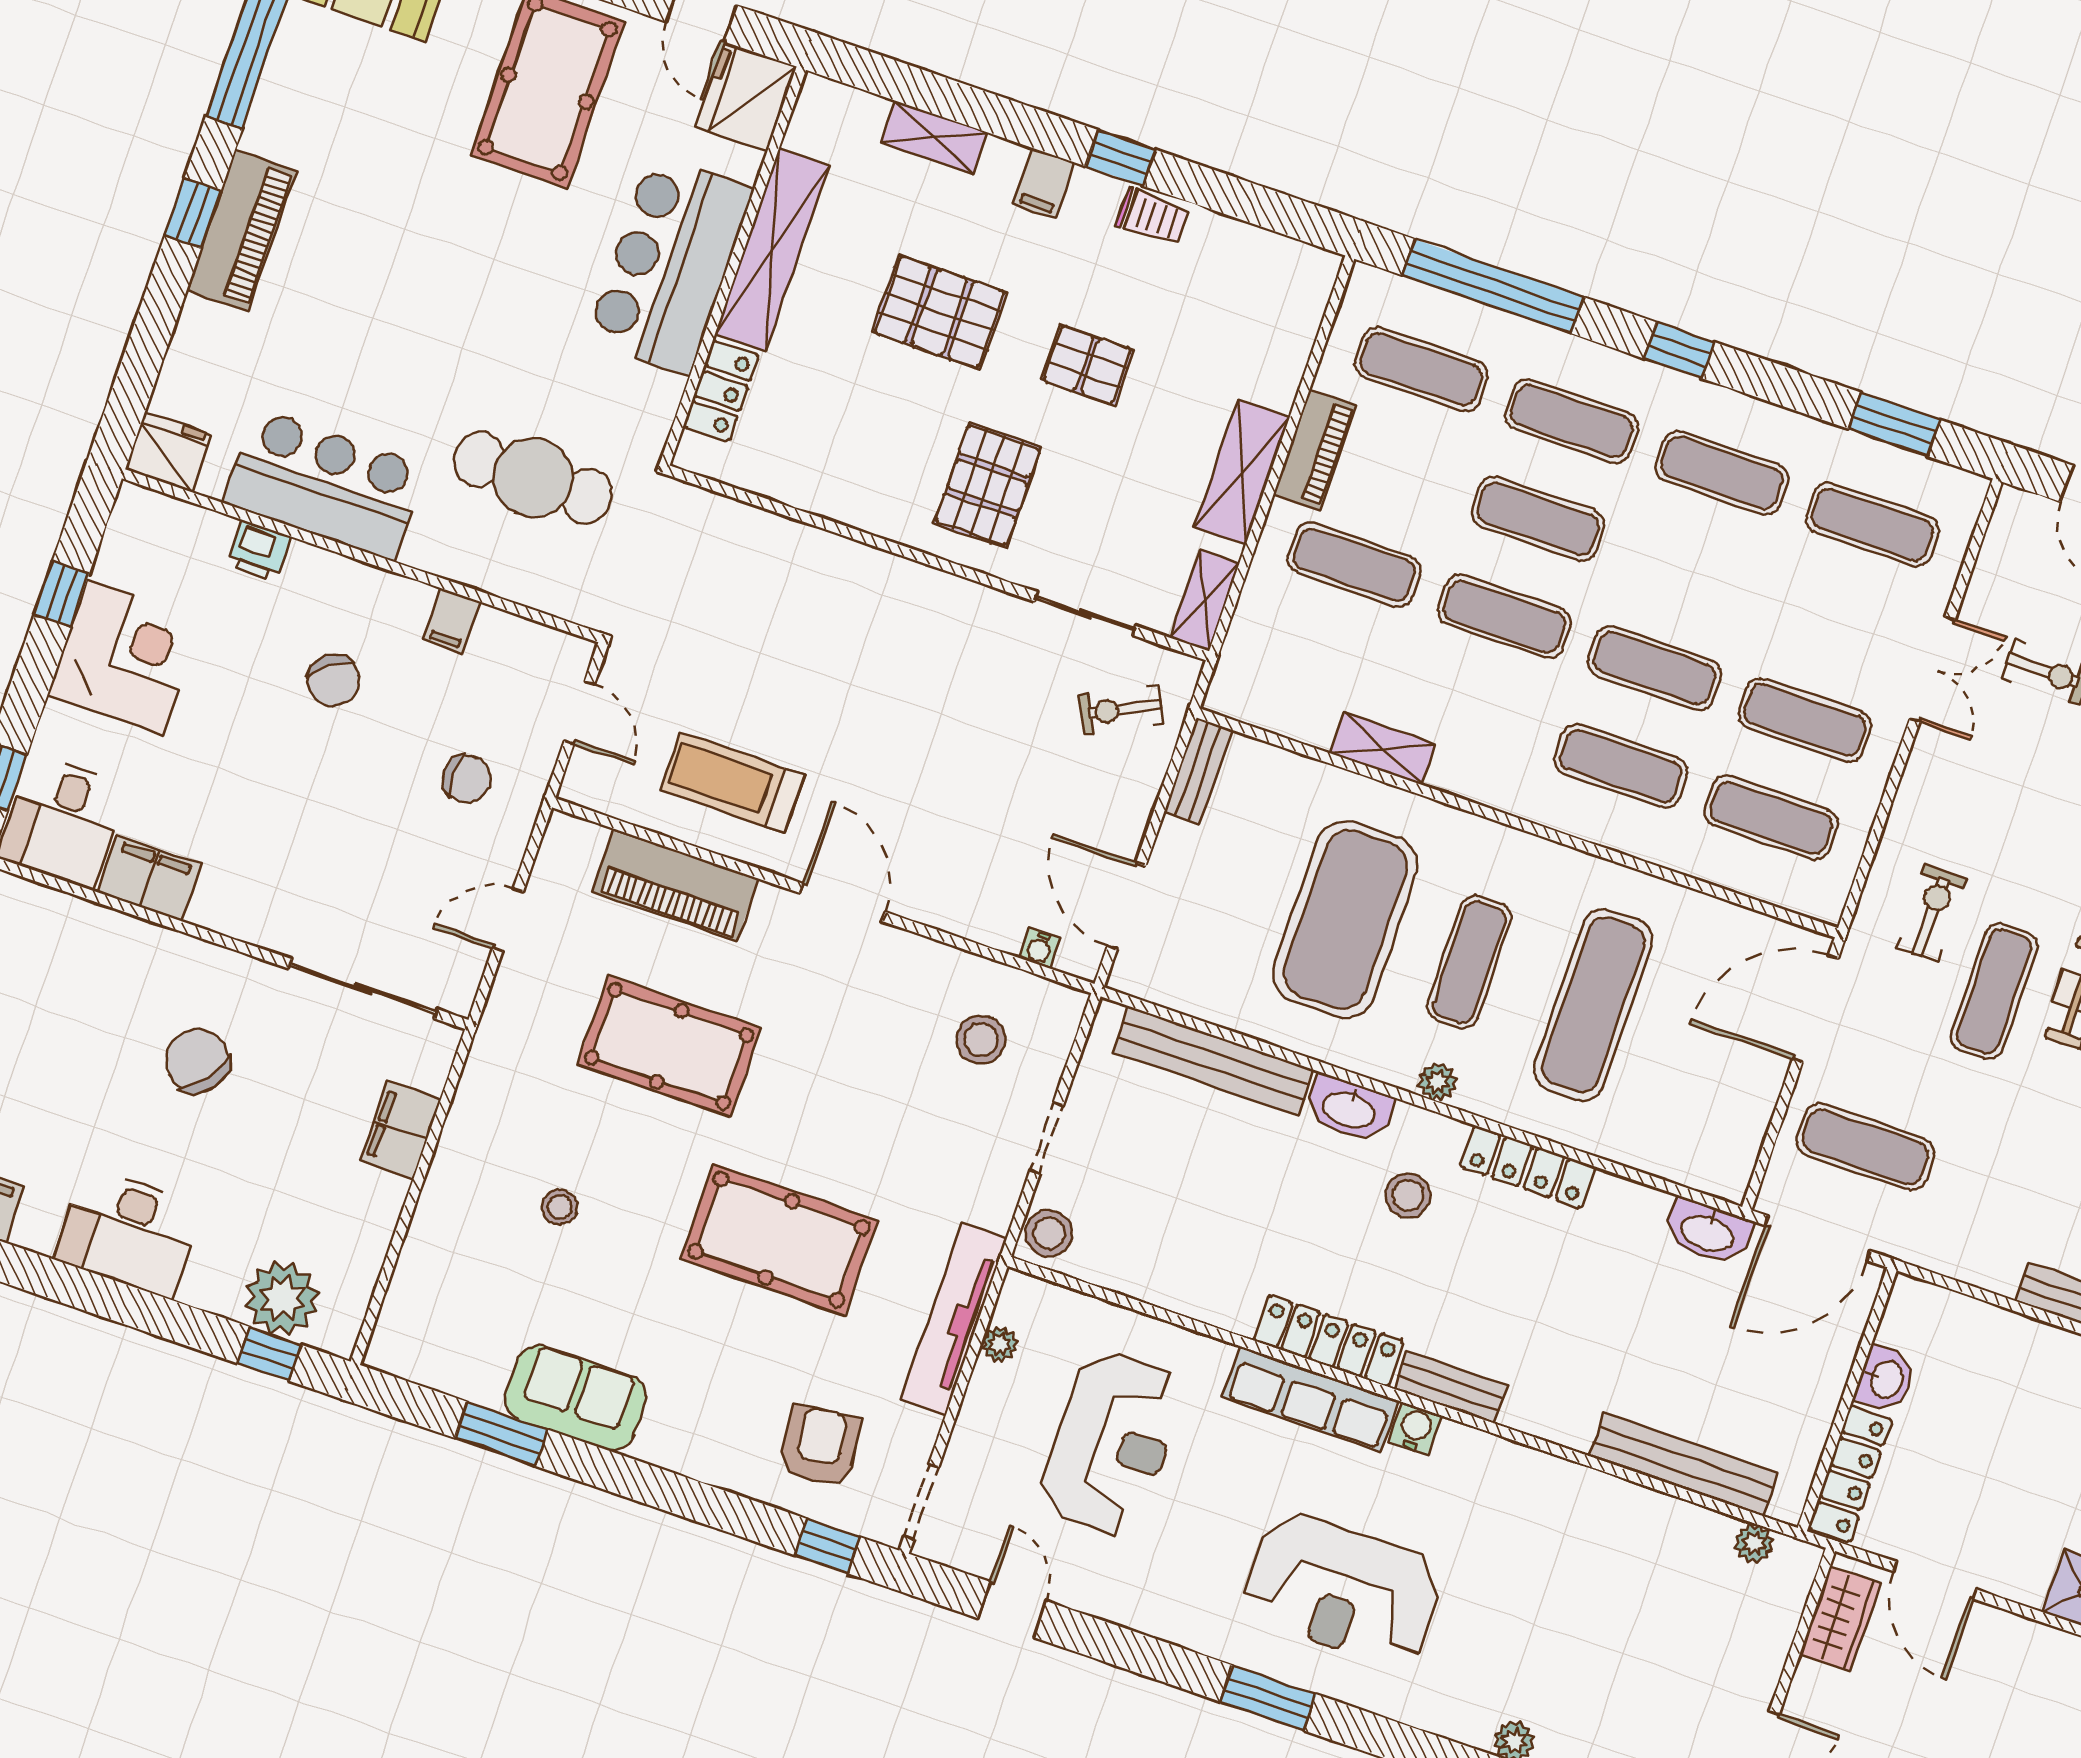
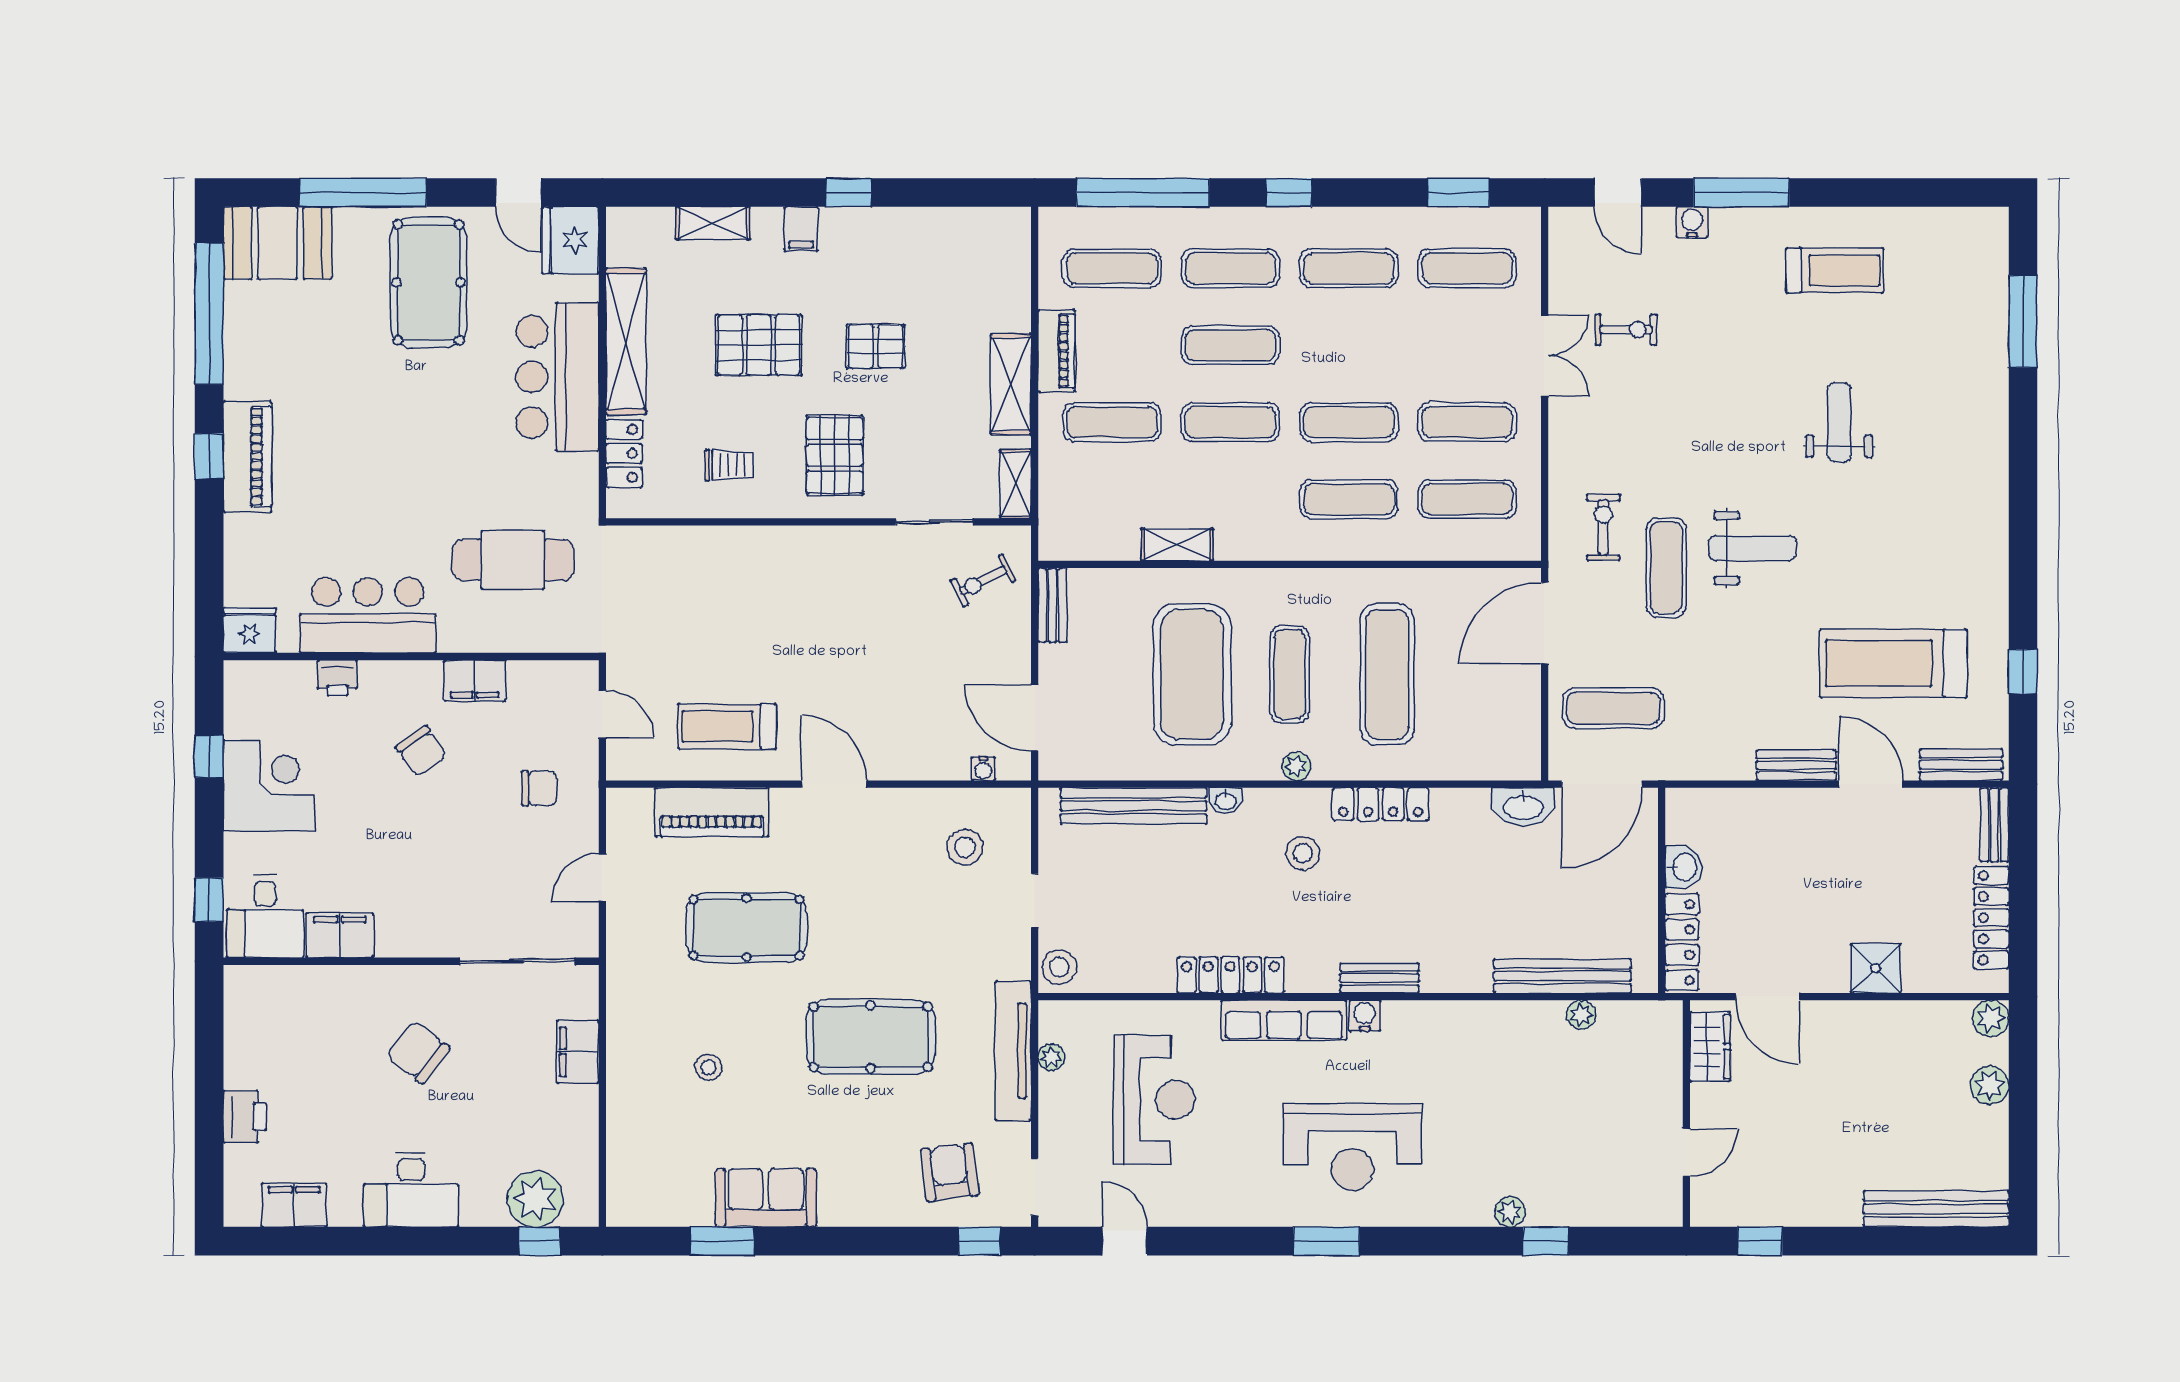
trolley: (1152, 216) -> (729, 465), moved
filing cabinet: (451, 621) -> (475, 681), width x2.00
washbasin: (1349, 1109) -> (1226, 801), width x0.52, depth x0.69
locker: (1329, 1341) -> (1230, 975), moved
plant: (1754, 1544) -> (1581, 1015), moved

